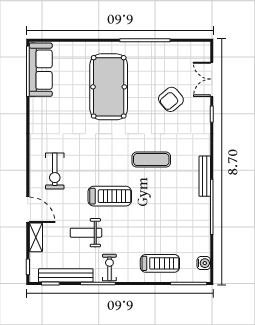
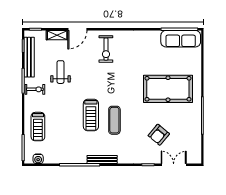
armchair: (171, 99) -> (159, 135), turned -100
exercise bike: (55, 171) -> (106, 49), turned -90
treadmill: (110, 196) -> (91, 115), moved

